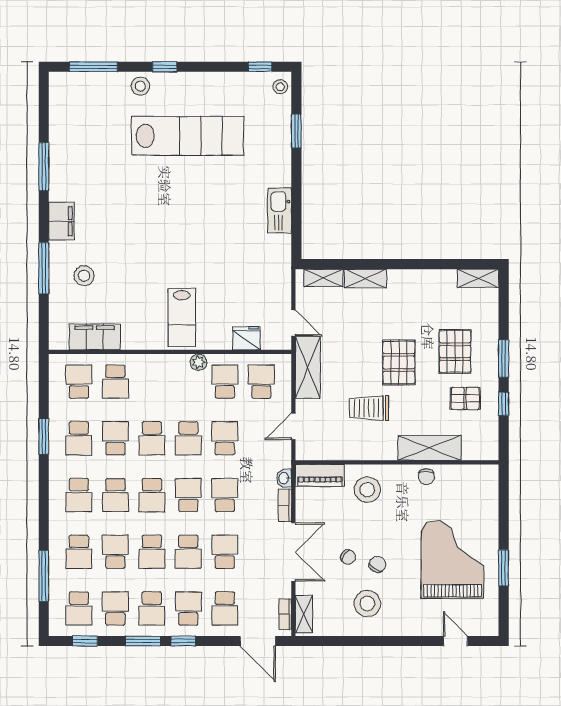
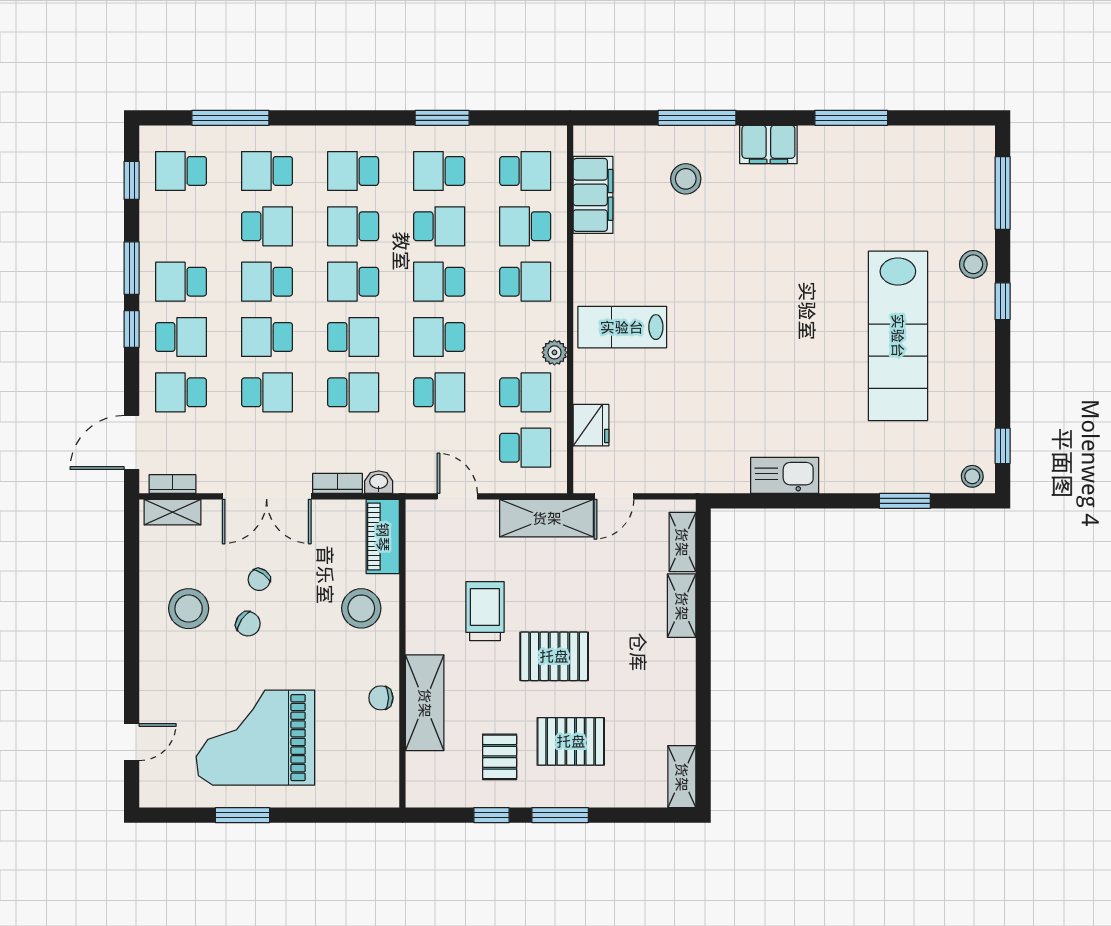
grand piano: (452, 559) -> (255, 738), turned 180
school desk: (115, 608) -> (525, 282), moved

